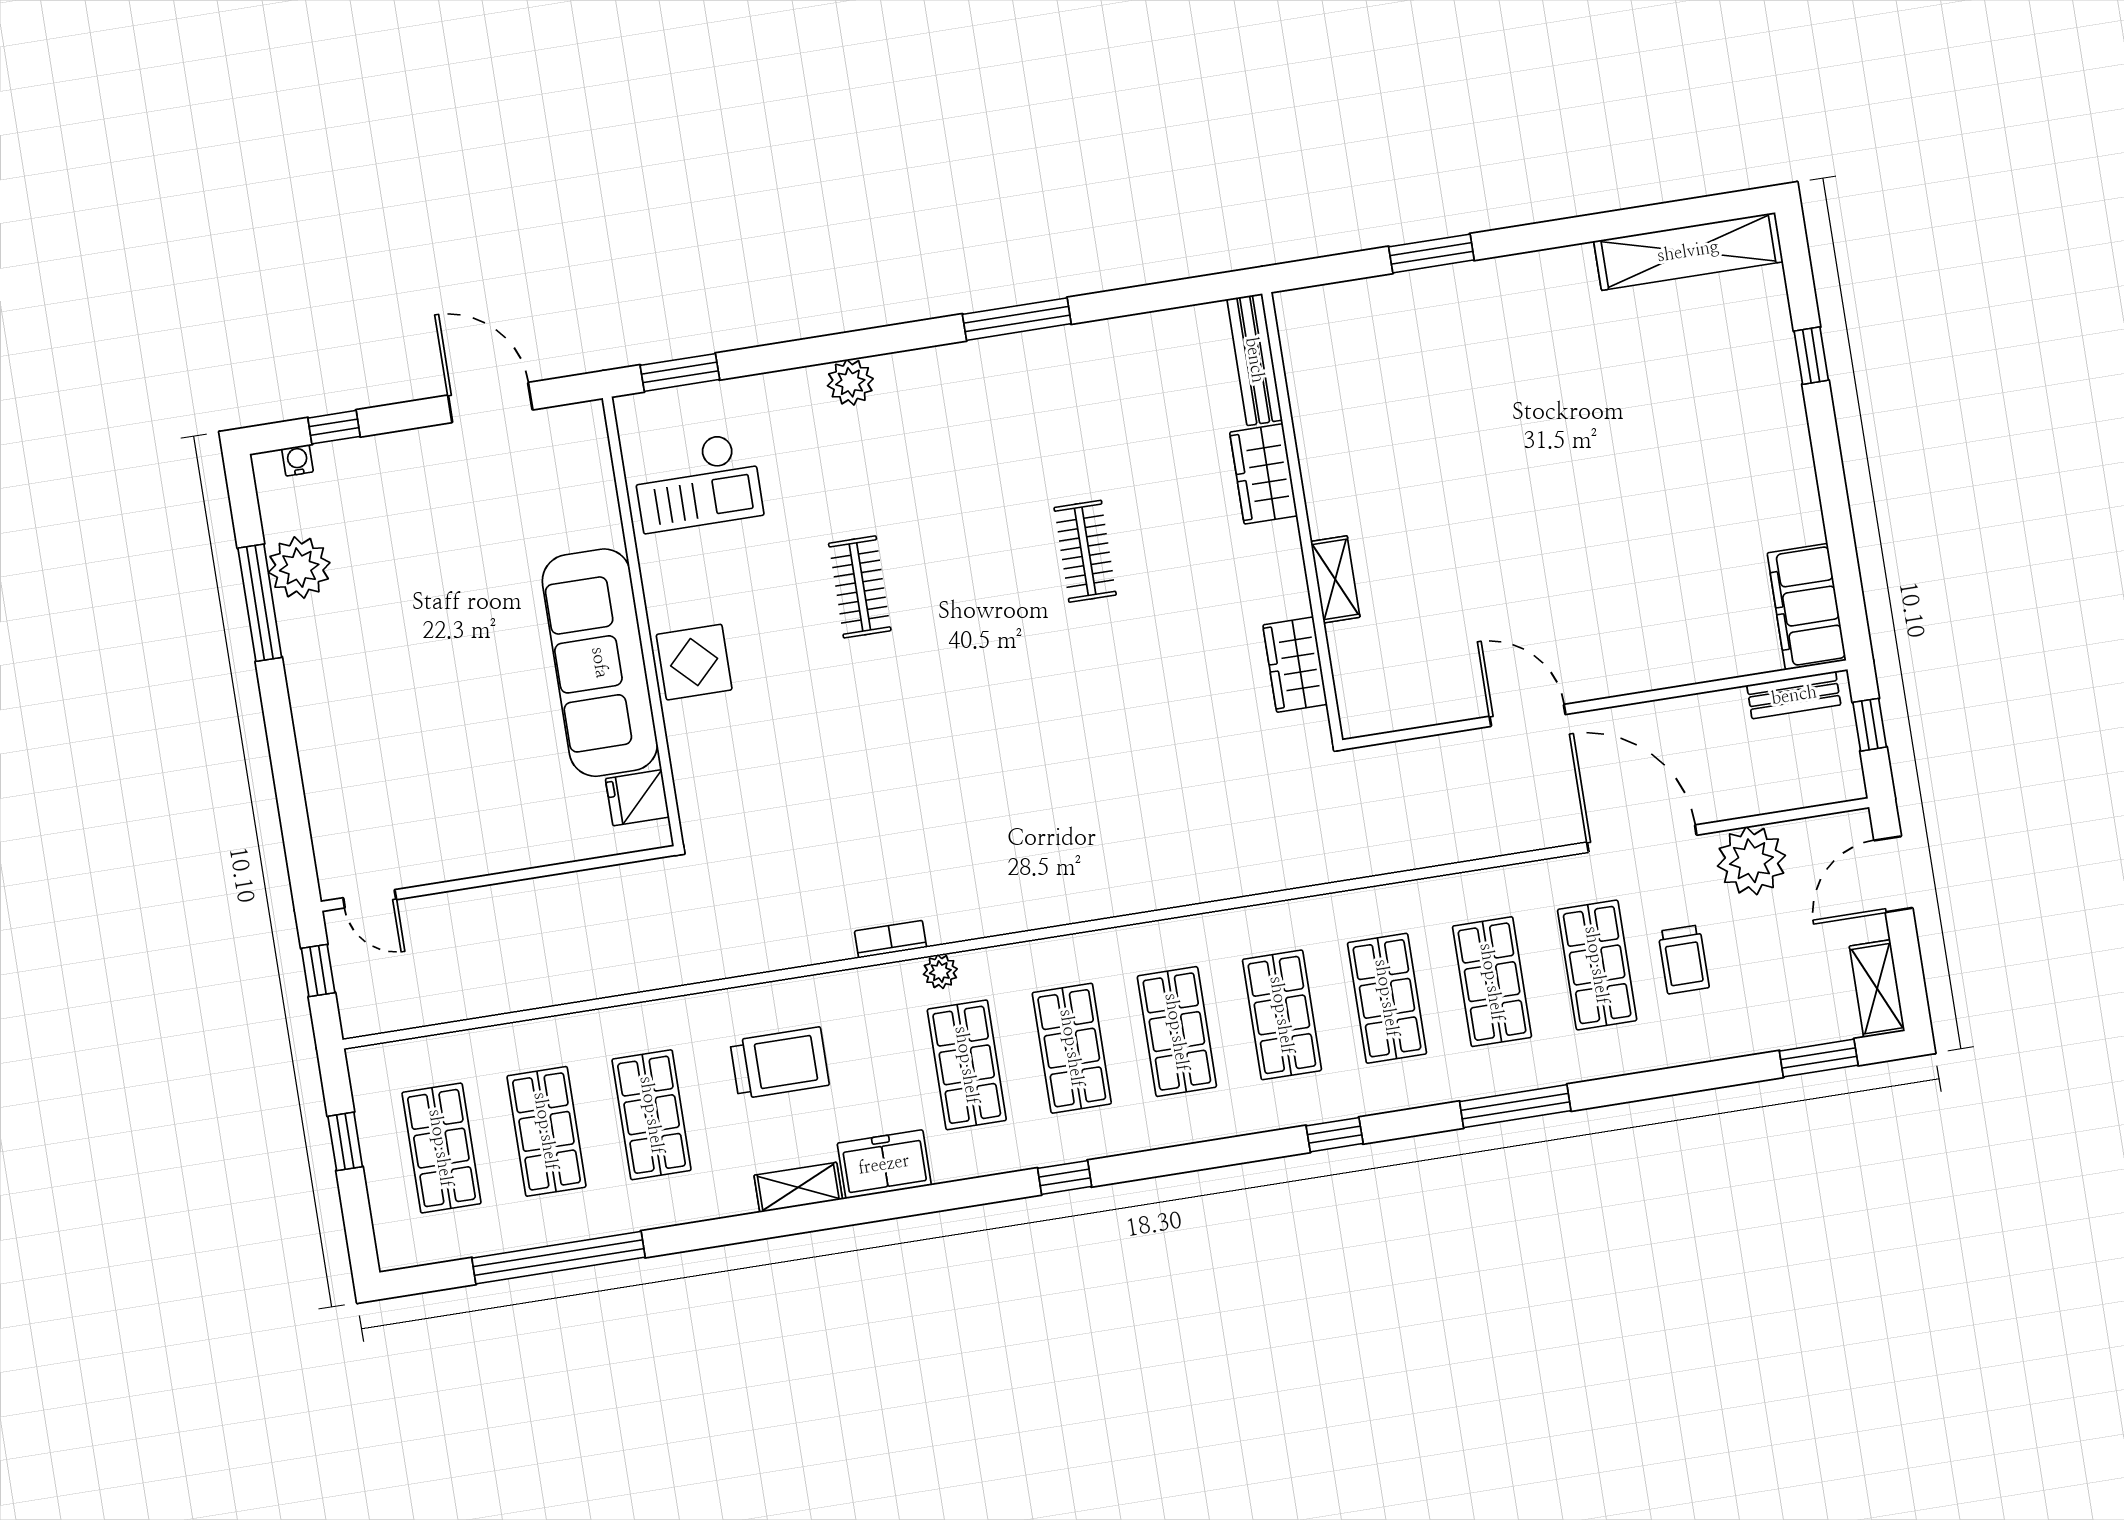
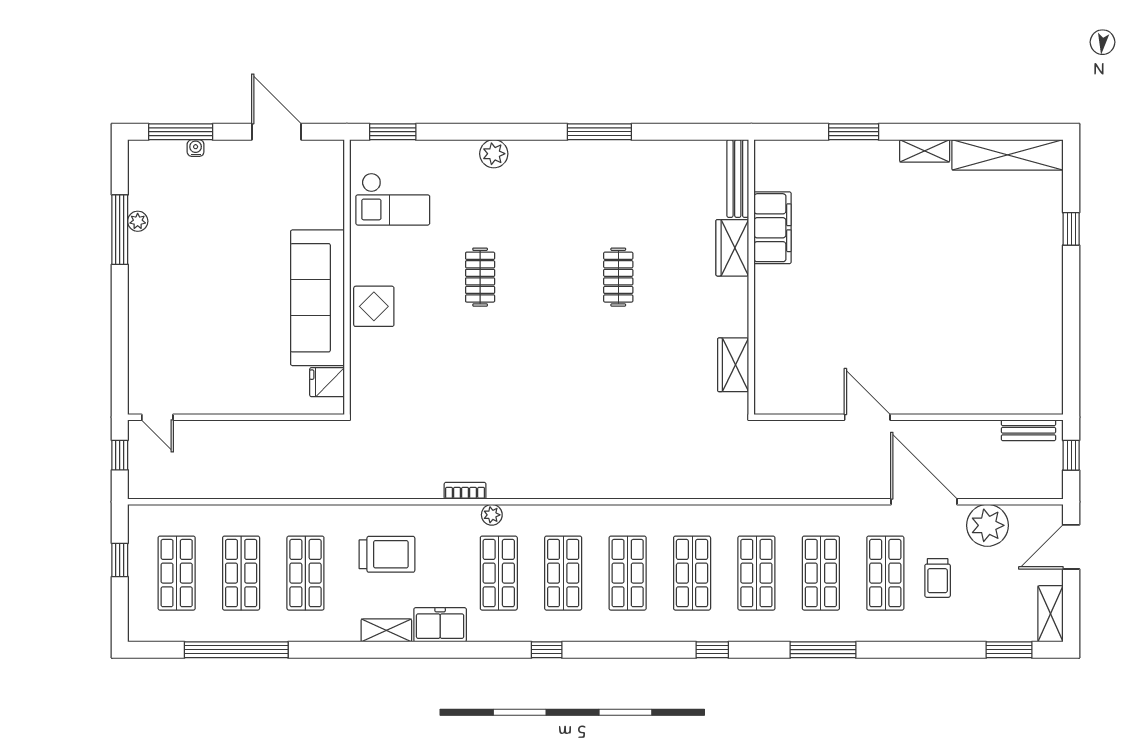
window: (334, 427) -> (181, 132), width x2.17
water cooler: (297, 460) -> (196, 148), moved
plant: (299, 568) -> (138, 221), width x0.53, depth x0.53
shelving: (1335, 579) -> (925, 151), moved, turned 90
filing cabinet: (1807, 607) -> (773, 228), moved, turned 180

